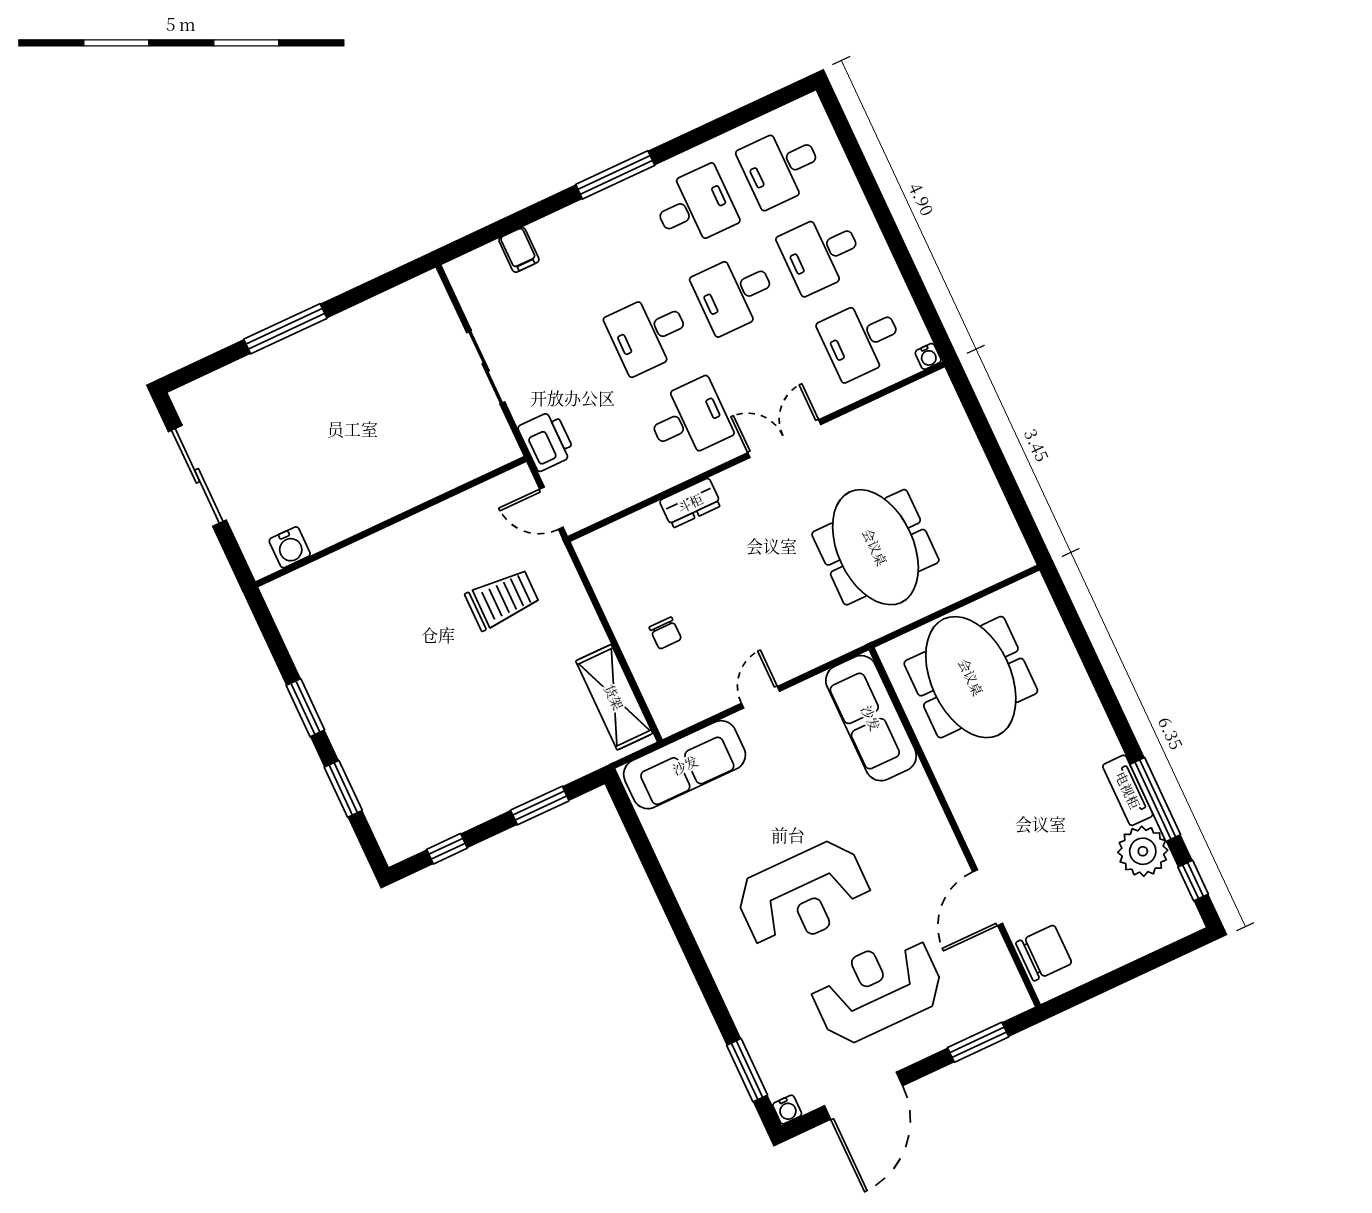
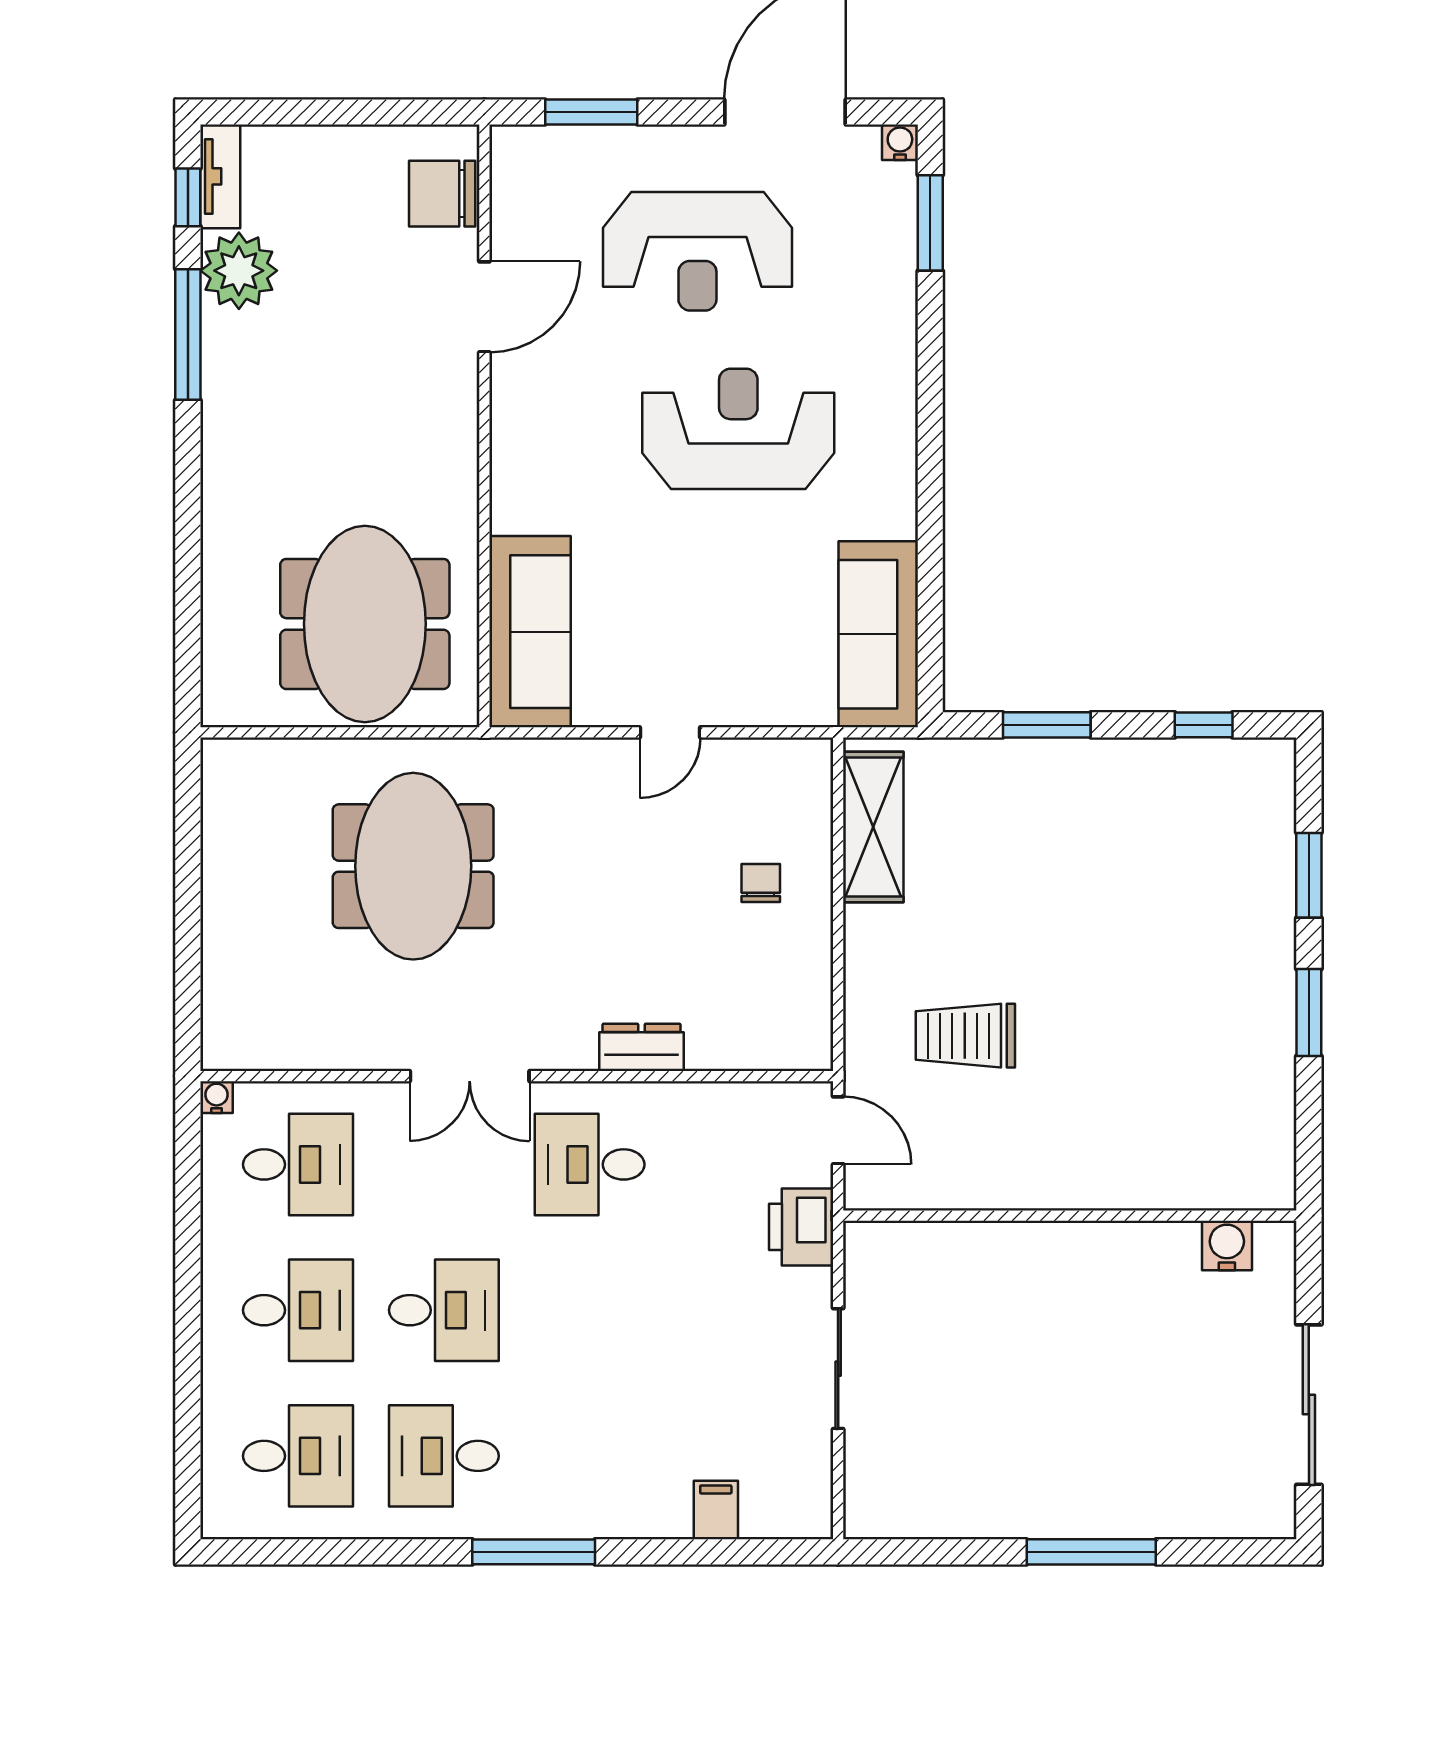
desk: (649, 333) -> (590, 1310), removed
sofa: (685, 765) -> (878, 634), moved, turned -90
tv unit: (1128, 790) -> (220, 176), moved

